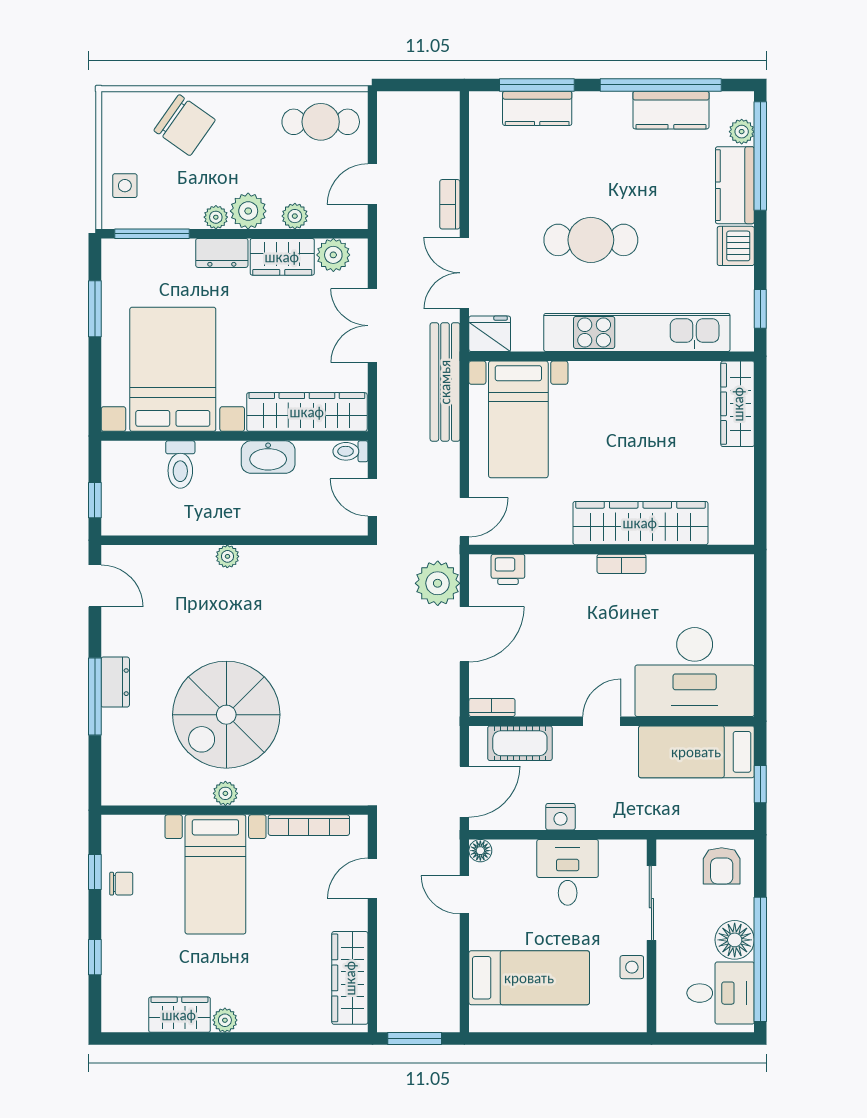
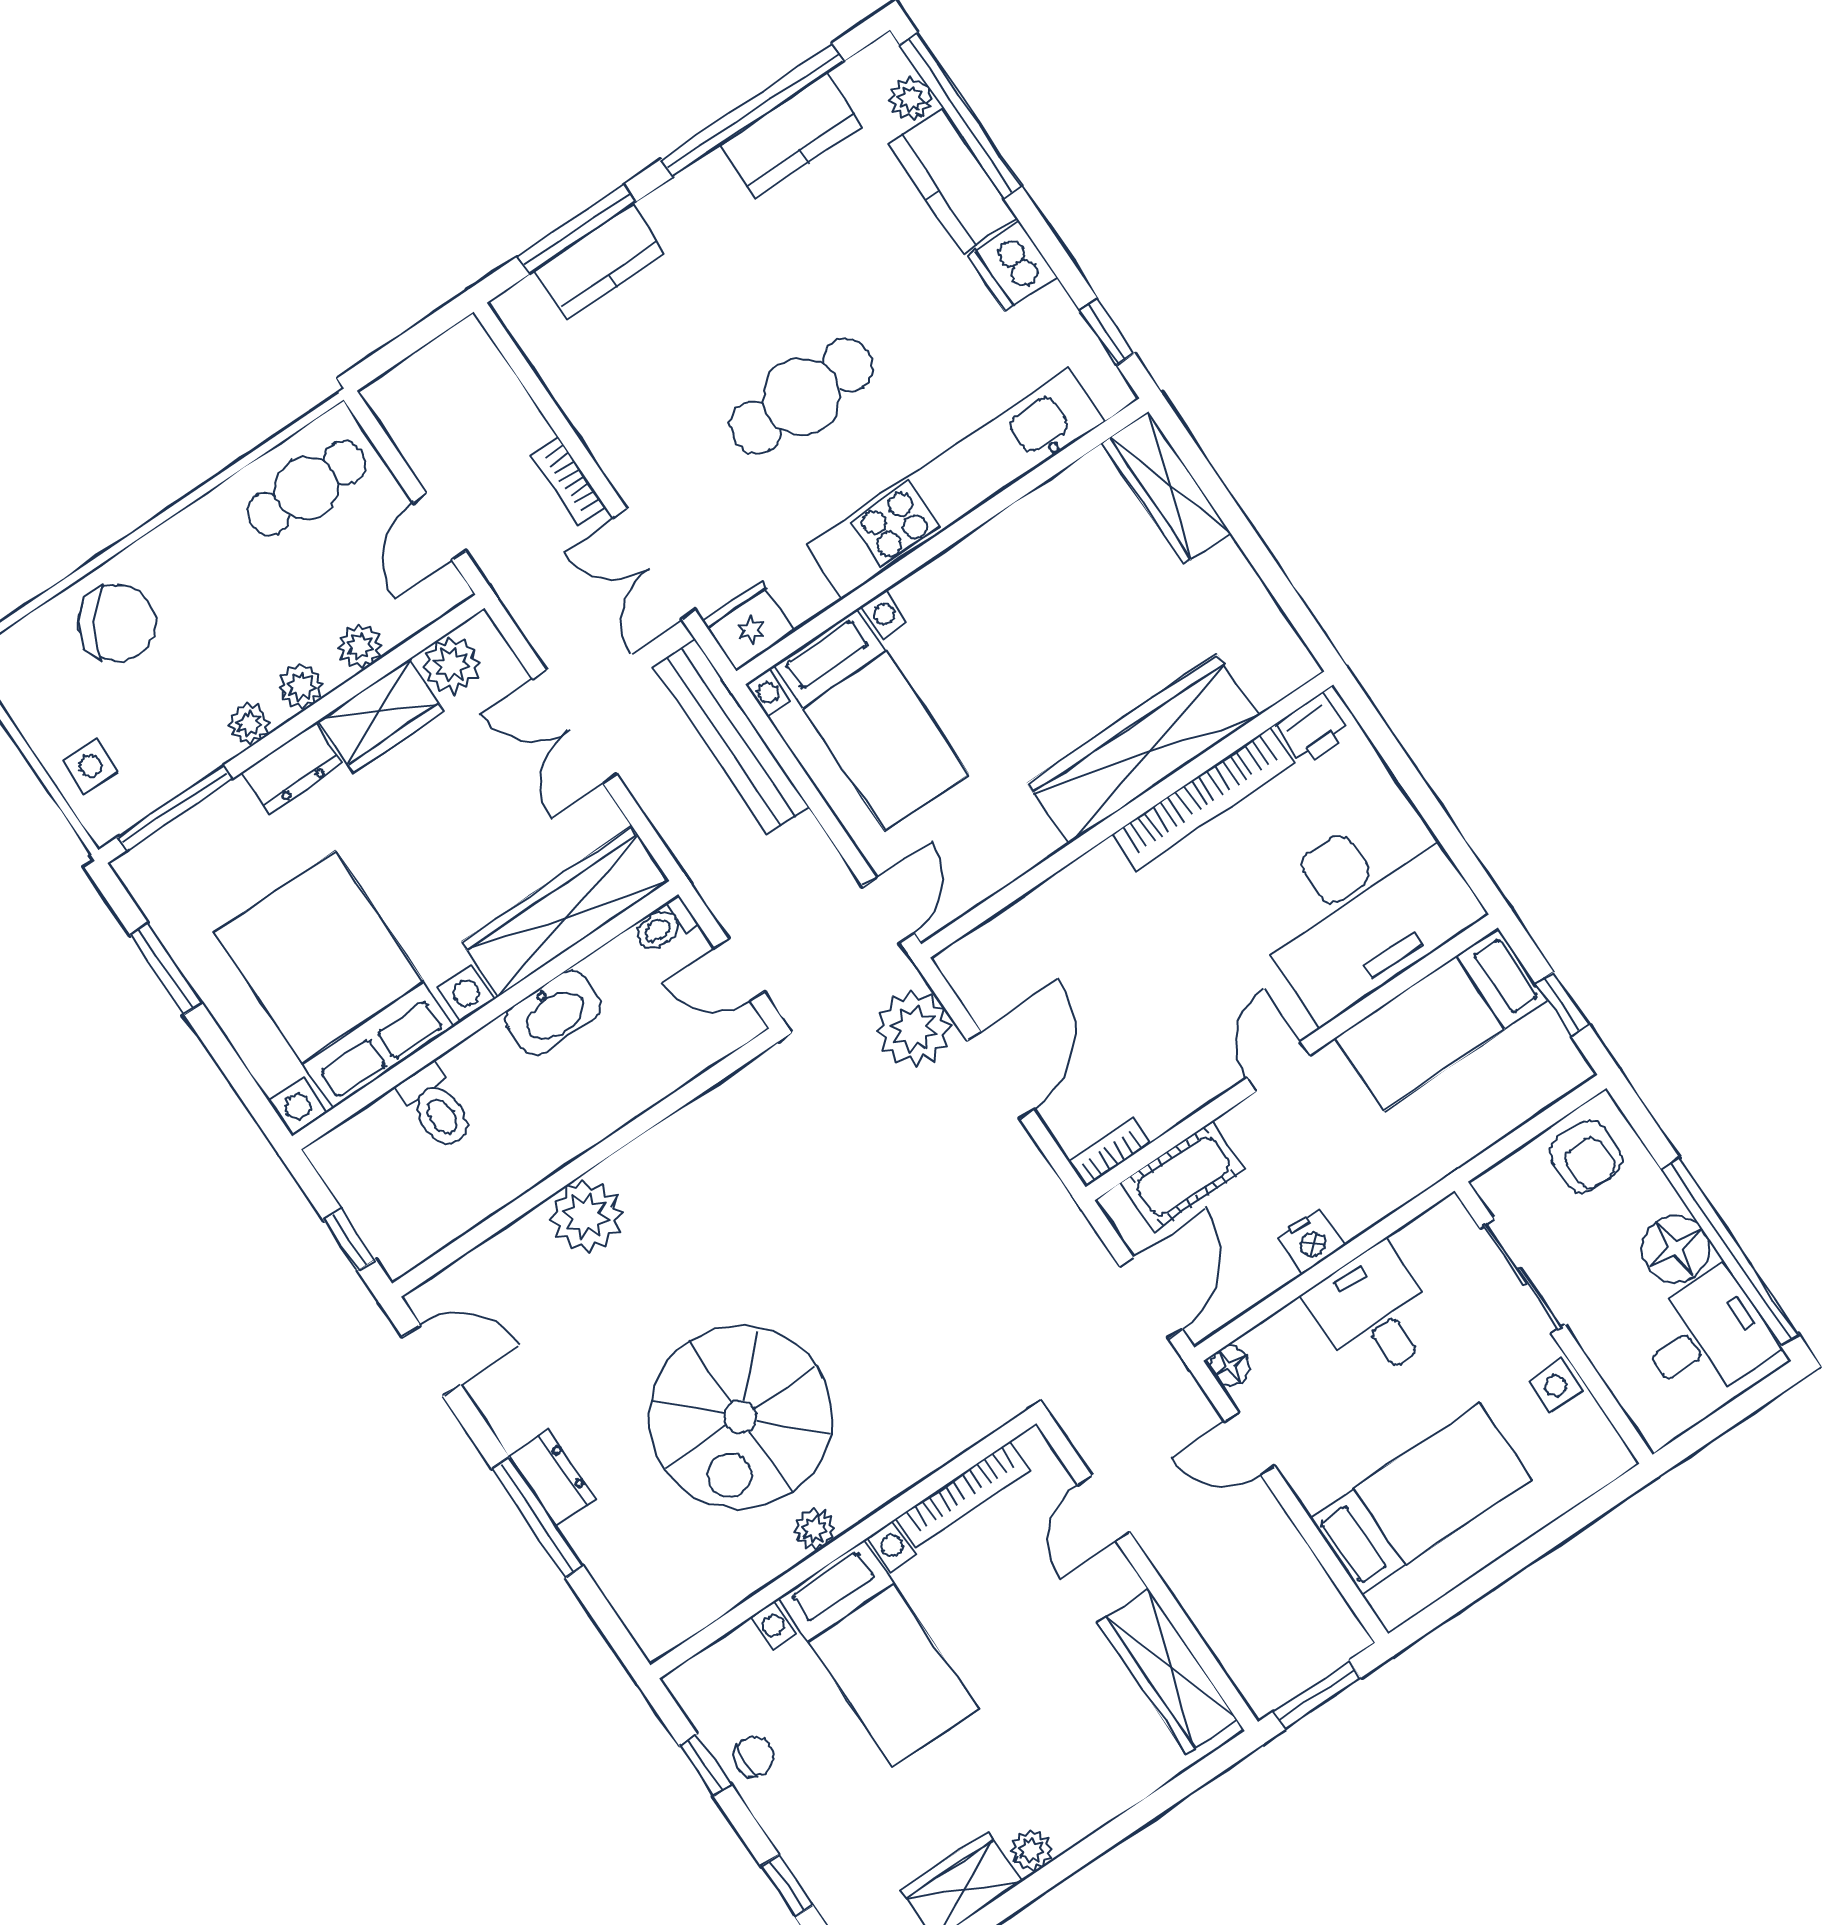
plant: (248, 211) -> (301, 686), width x0.73, depth x0.73
plant: (227, 556) -> (586, 1216), width x1.88, depth x1.88
bookcase: (621, 564) -> (1203, 799), width x2.31, depth x1.31
printer: (508, 569) -> (1313, 730), moved

